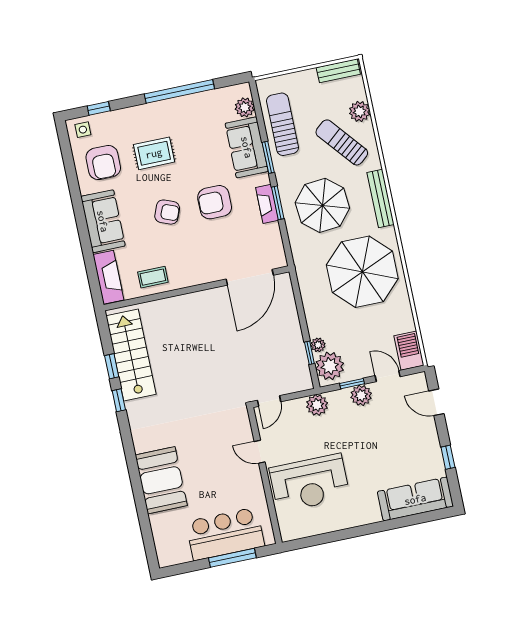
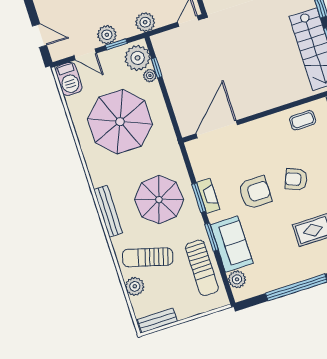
sun lounger: (342, 142) -> (148, 257), turned 146
parasol: (362, 272) -> (120, 122), moved

